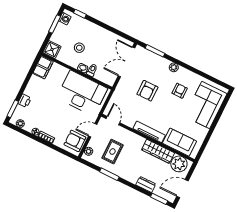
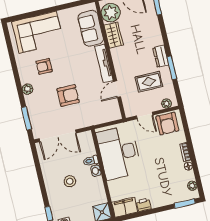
stool: (79, 48) -> (70, 181), moved
printer: (25, 101) -> (144, 205), moved
door: (113, 121) -> (117, 89), moved
wardrobe: (158, 151) -> (114, 35), width x0.67
dresser: (146, 184) -> (161, 56), moved

